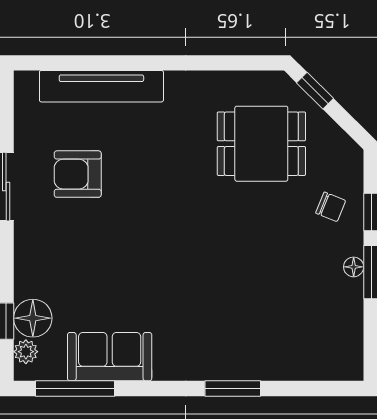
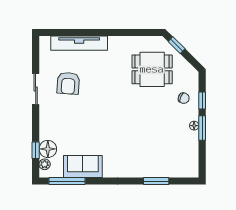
armchair: (78, 174) -> (68, 83), turned -86
window: (233, 388) -> (156, 181), moved

